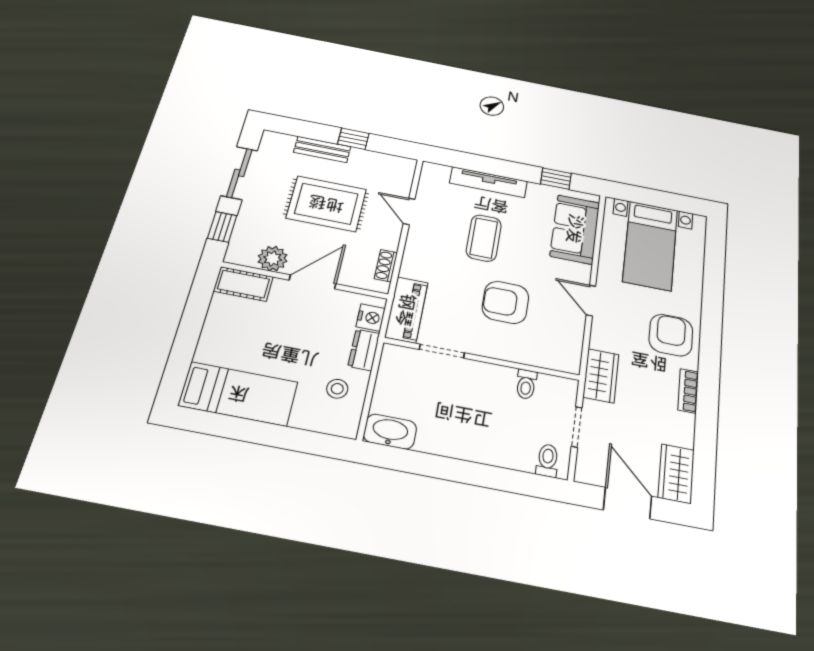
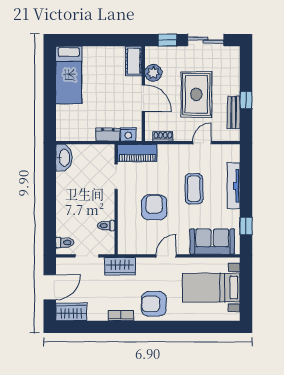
bench: (322, 149) -> (234, 112), moved
coffee table: (484, 238) -> (194, 189), turned 90
armchair: (671, 335) -> (154, 304), turned 180
stool: (337, 389) -> (82, 125), removed

